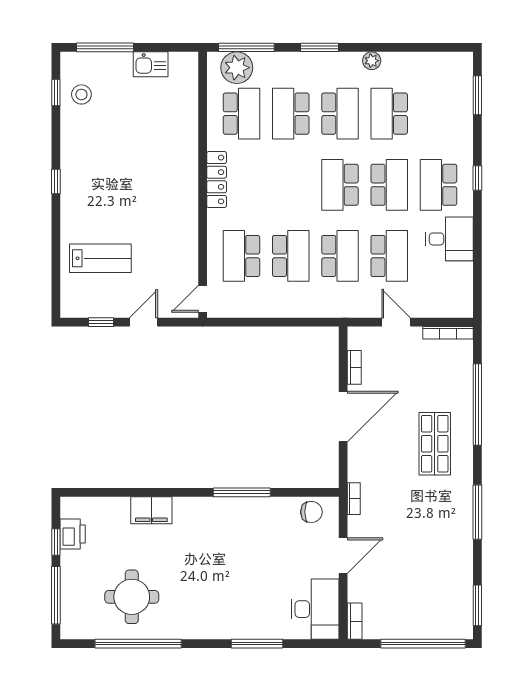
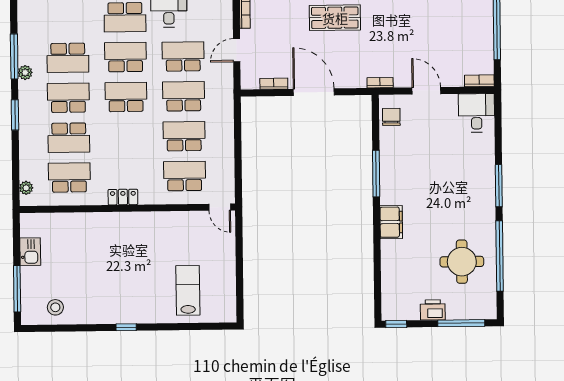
window: (246, 47) -> (14, 56), moved
plant: (237, 68) -> (26, 188), width x0.53, depth x0.53
window: (56, 92) -> (54, 328), removed
locker: (217, 180) -> (123, 197), width x0.66
school desk: (340, 185) -> (126, 97), turned 180
school desk: (241, 256) -> (185, 176), turned 180
window: (101, 322) -> (240, 289), removed
door: (144, 322) -> (239, 255), removed
filing cabinet: (151, 510) -> (391, 222), moved
printer: (73, 534) -> (433, 310), moved
window: (56, 542) -> (396, 324), moved
desk: (315, 609) -> (477, 113), width x0.73
window: (257, 644) -> (499, 186), moved

